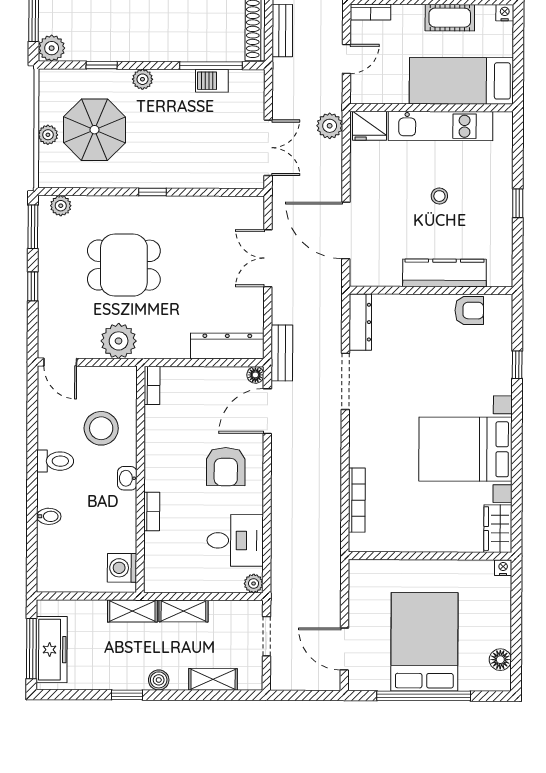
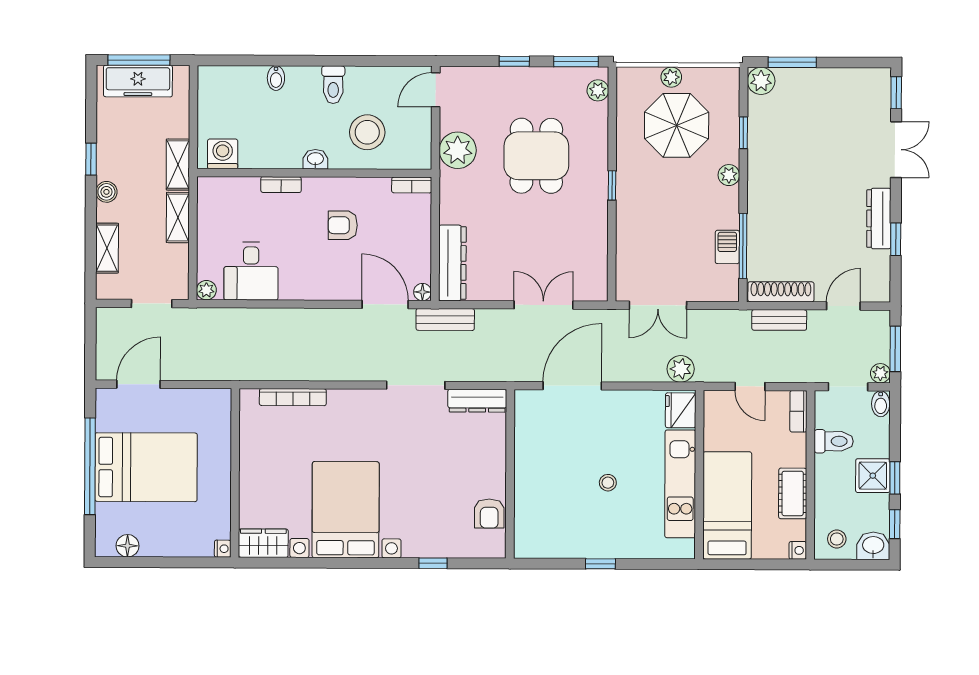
kitchen counter: (444, 273) -> (528, 488), removed
armchair: (226, 467) -> (343, 225), moved, width x0.72, depth x0.72

